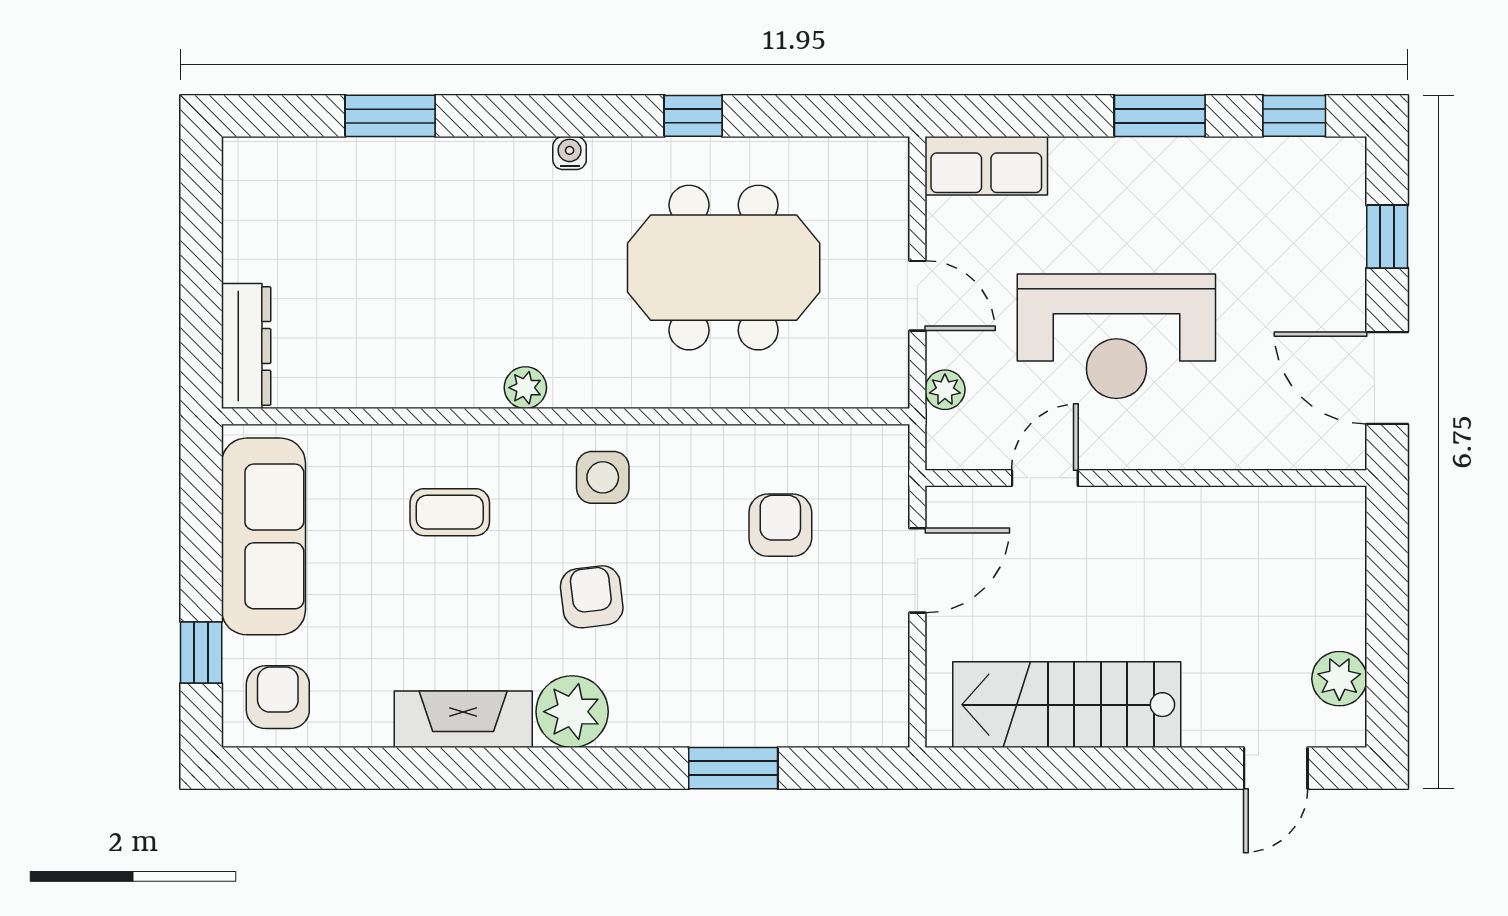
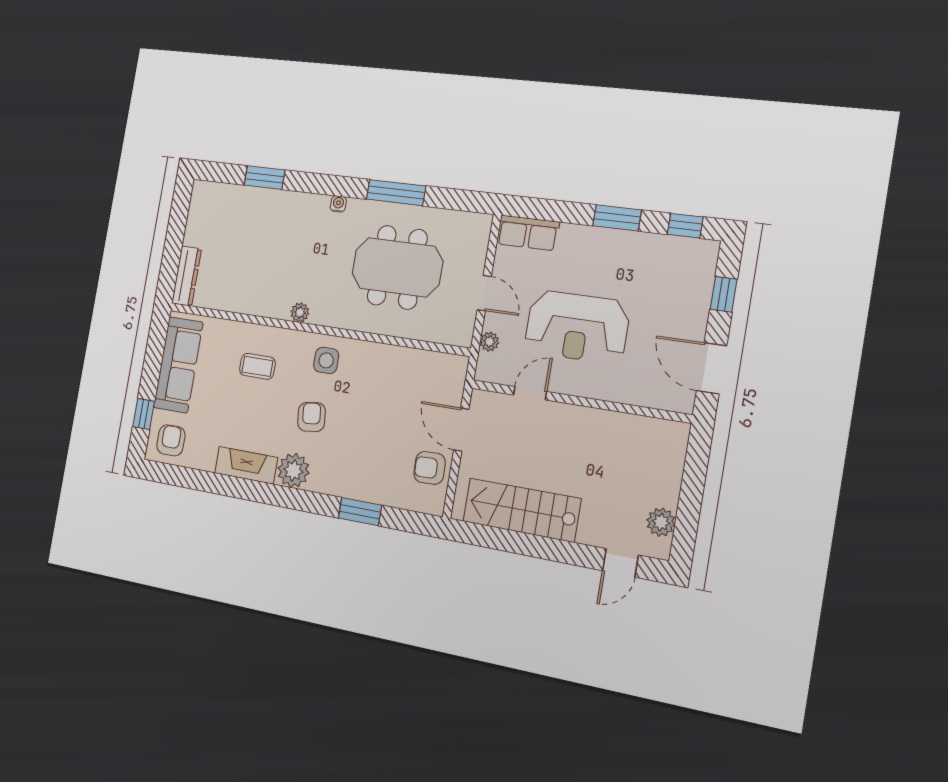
window: (693, 116) -> (396, 193), width x2.17
armchair: (780, 525) -> (430, 468), moved, turned -92
door: (917, 570) -> (461, 430), swing flipped

